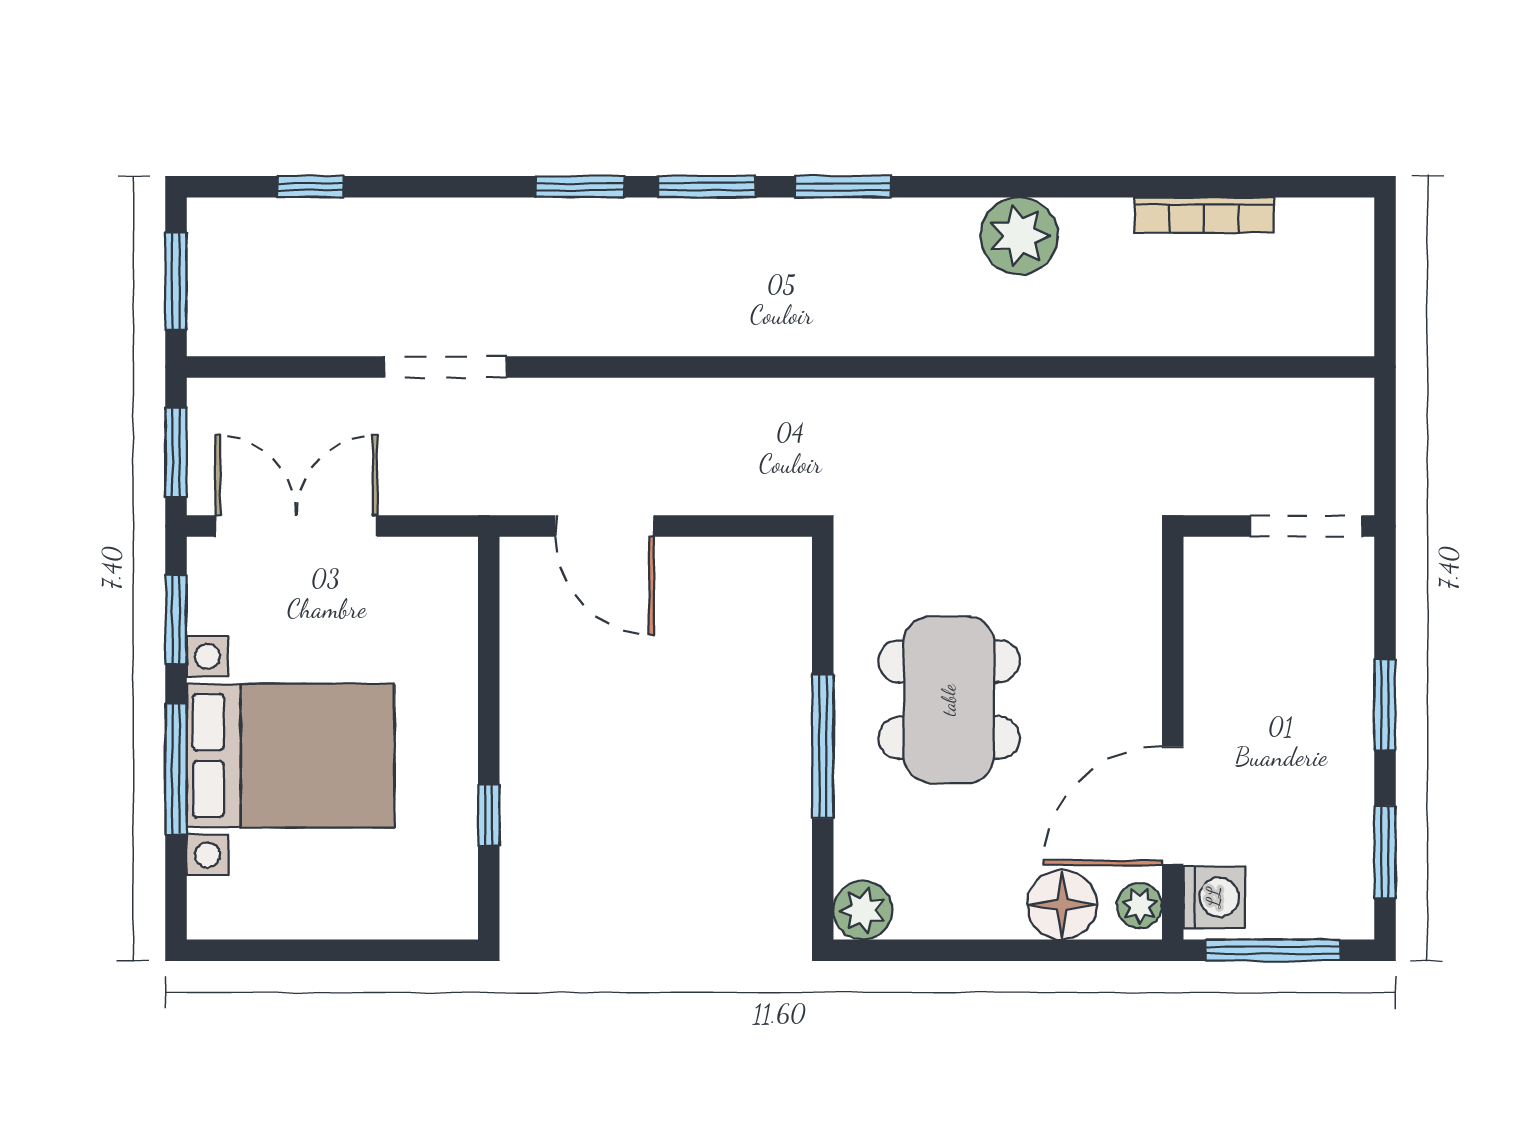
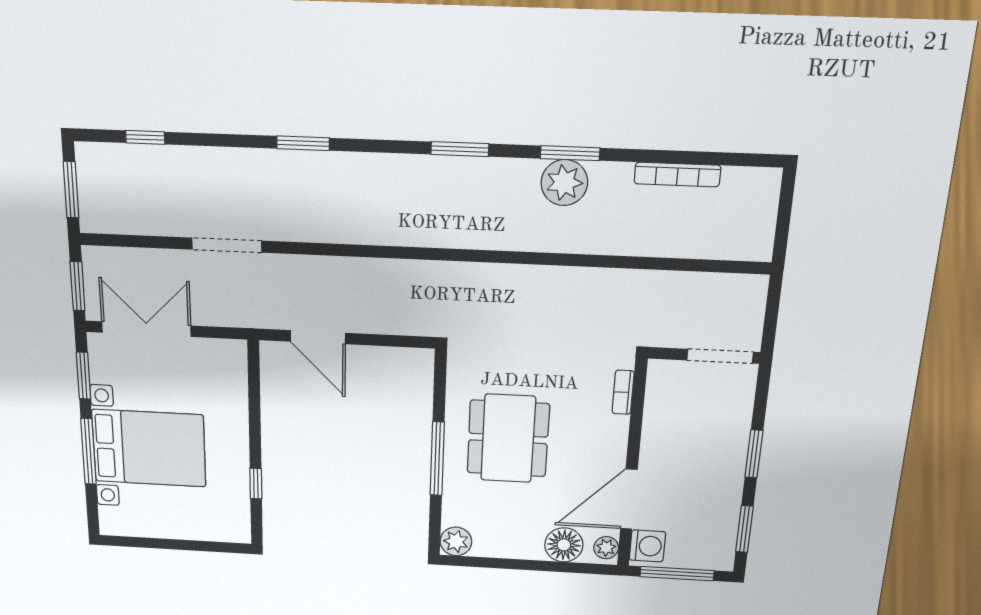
window: (707, 187) -> (570, 153), moved
bookcase: (1146, 601) -> (623, 392), added

